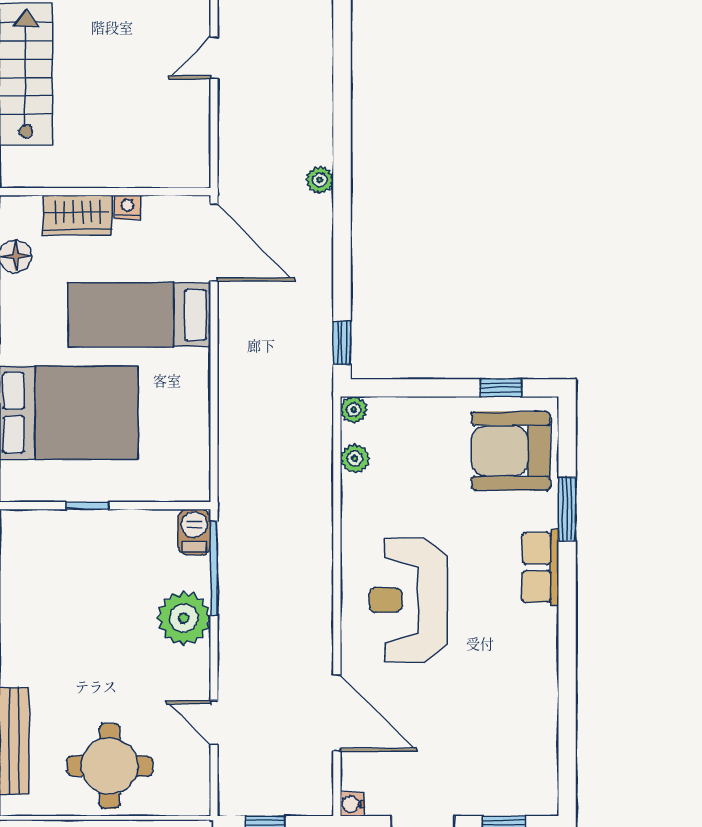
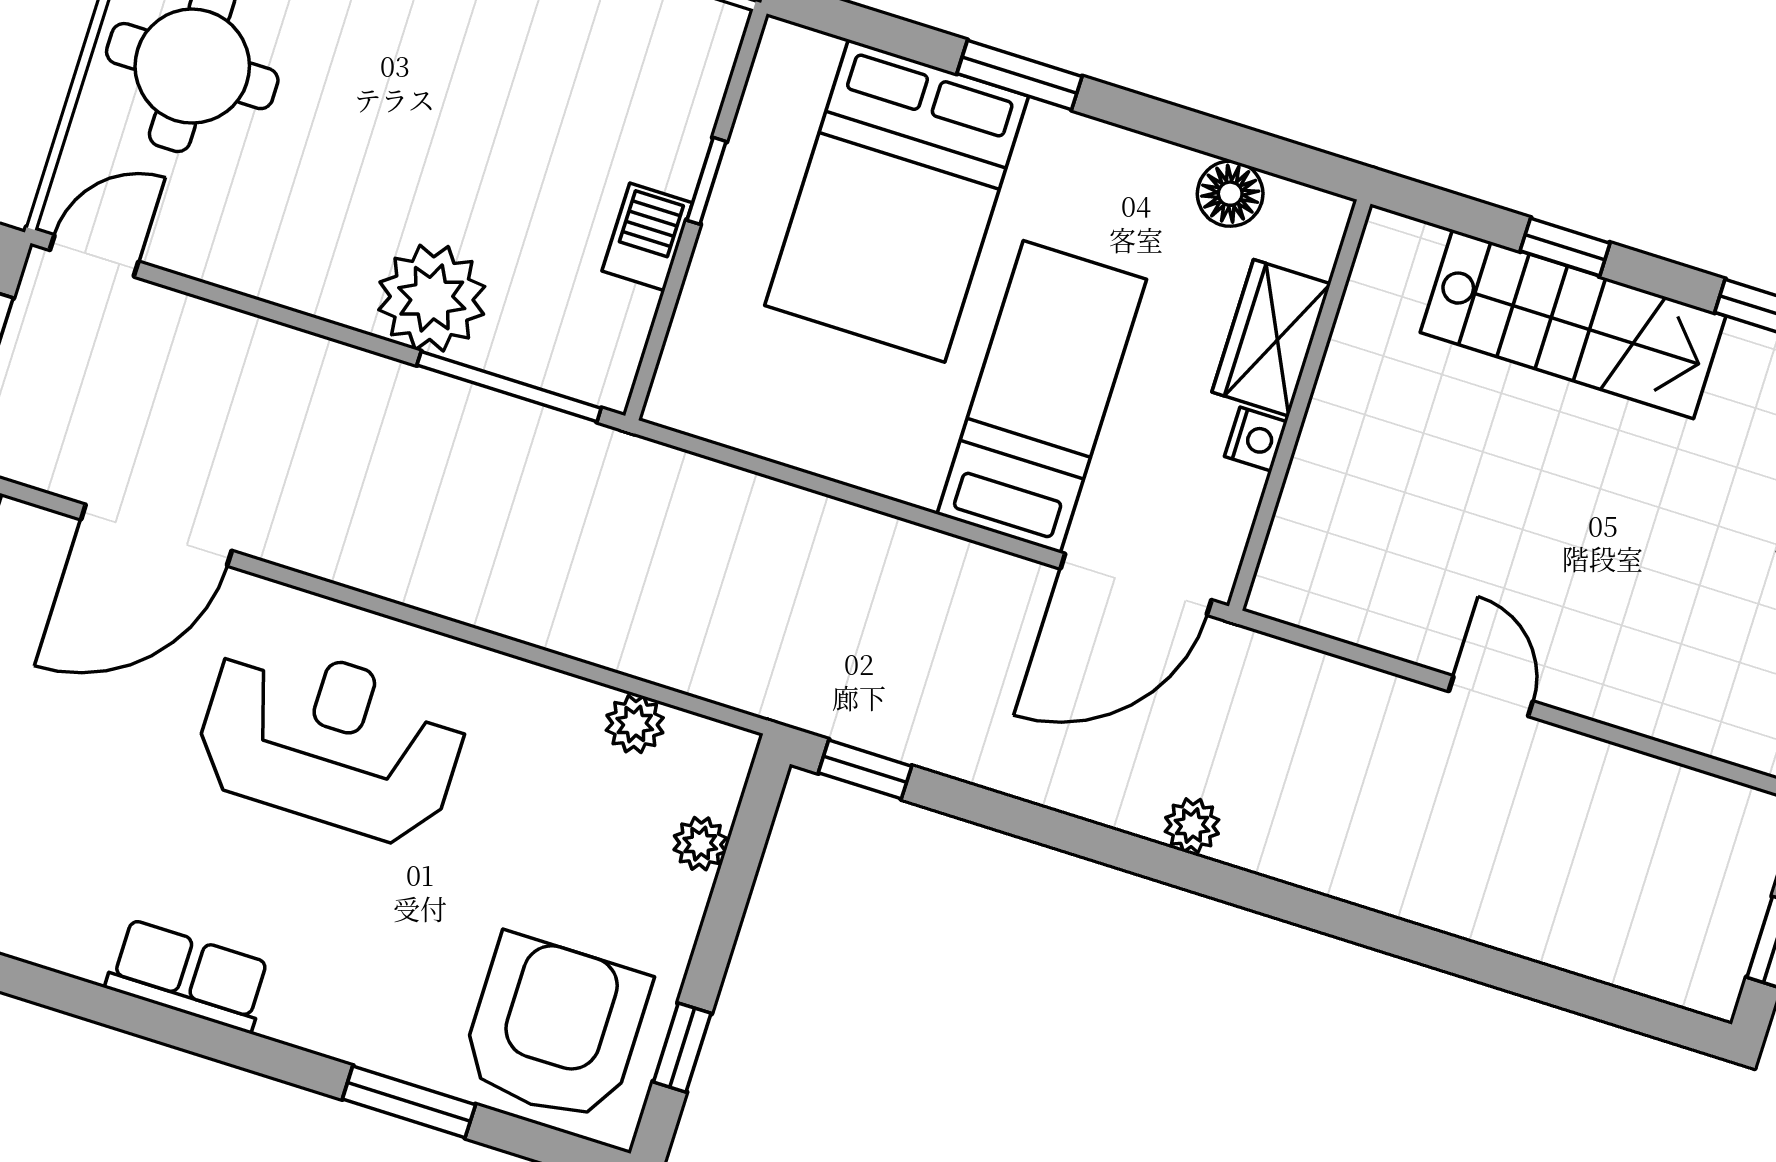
plant: (354, 410) -> (700, 844), moved
barbecue: (194, 532) -> (647, 237), moved, turned -90
row of seats: (540, 567) -> (188, 976), moved
door: (214, 723) -> (94, 256), moved

